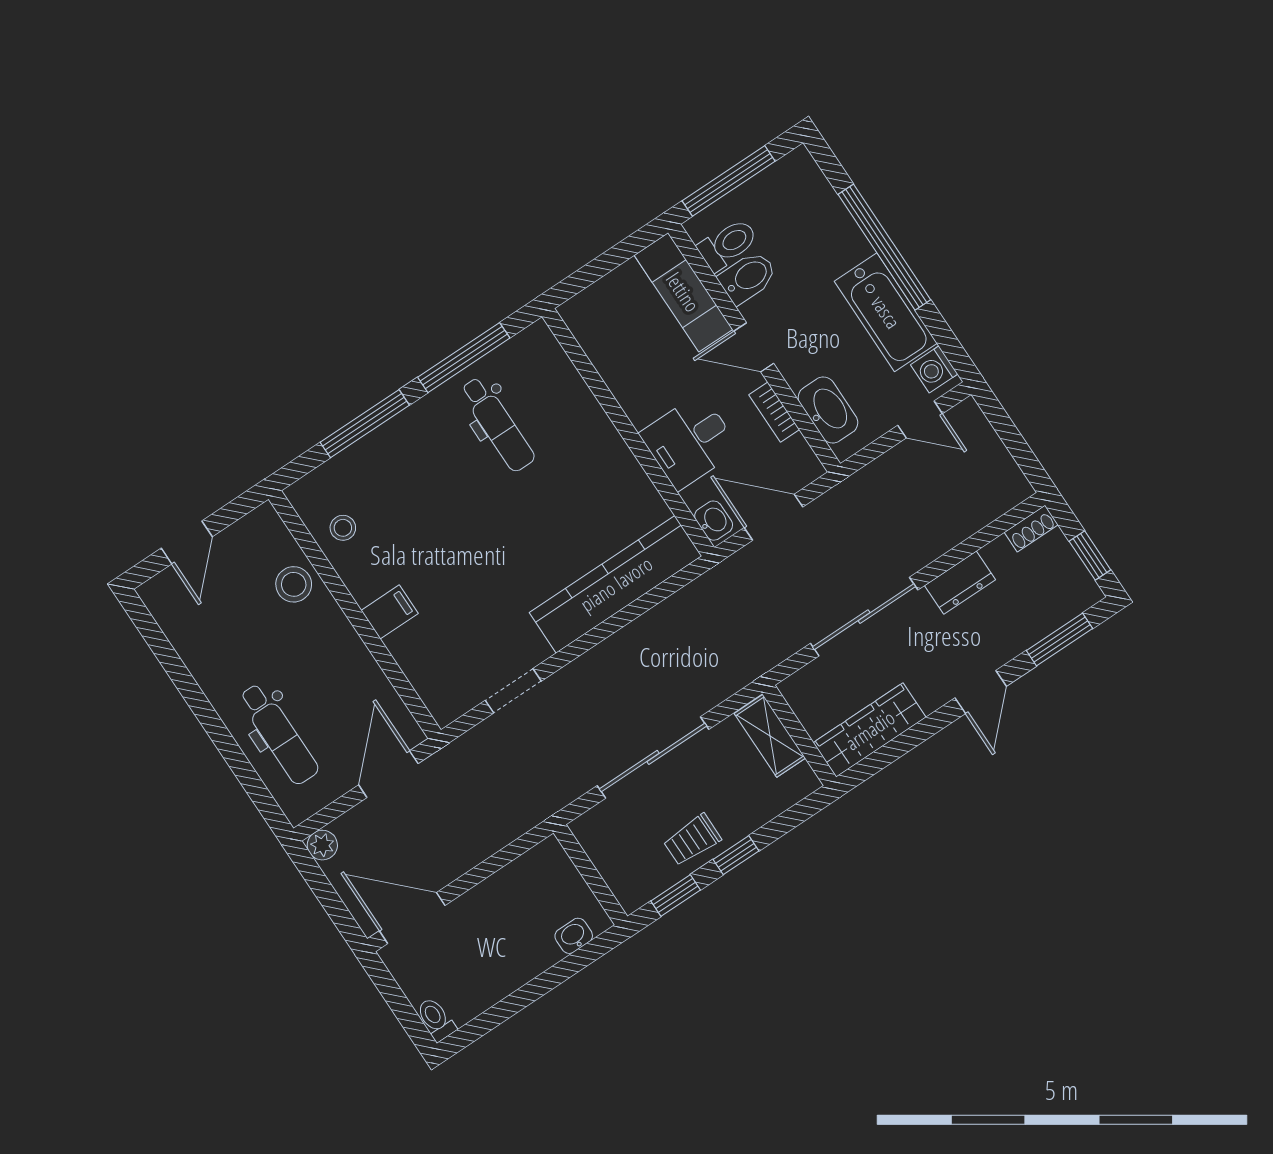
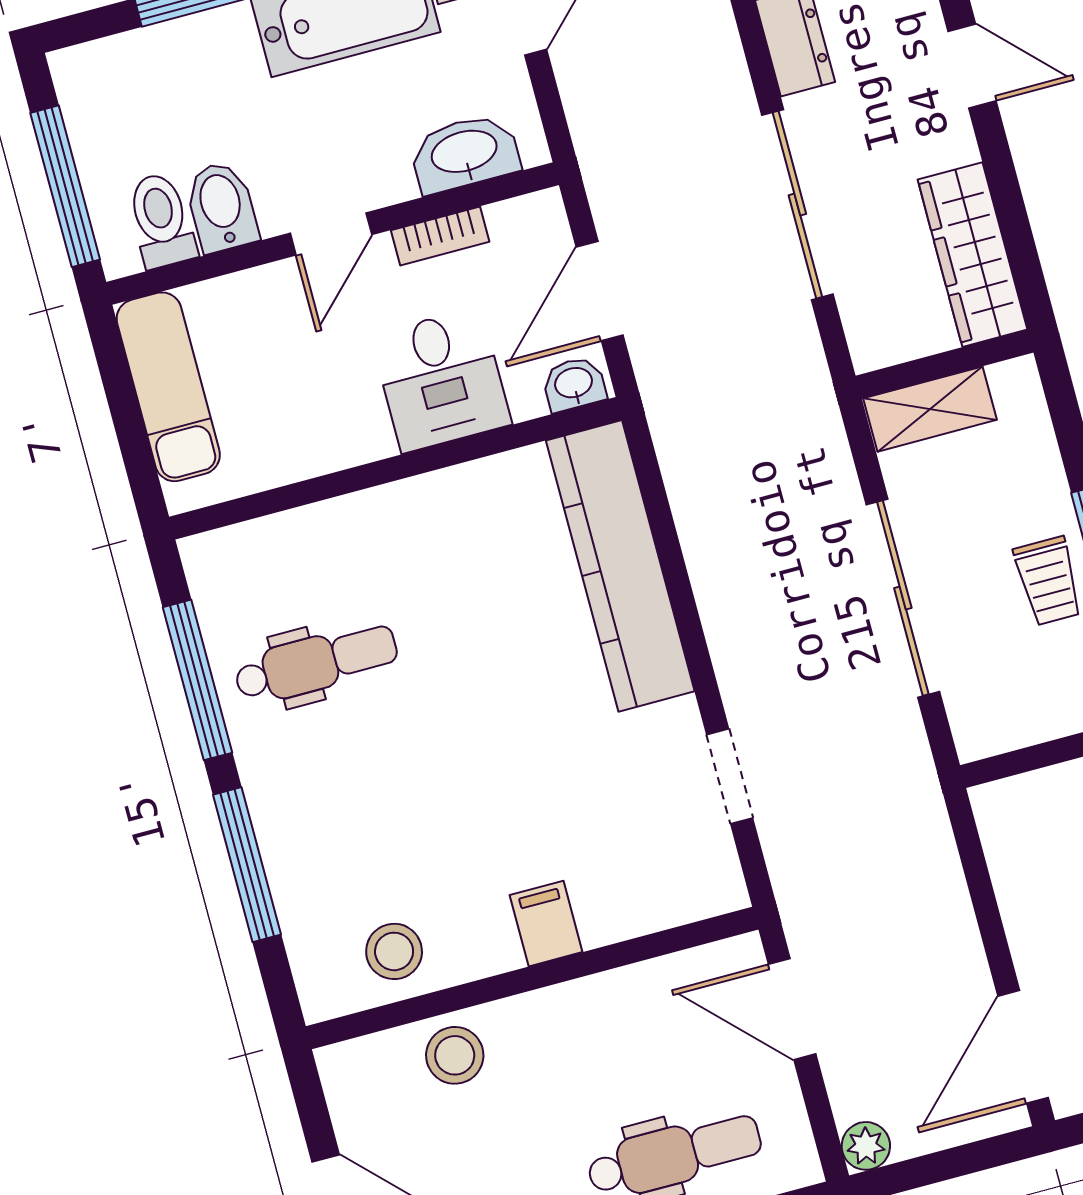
exam couch: (683, 292) -> (168, 387), moved, turned -90
stool: (343, 528) -> (394, 951), width x1.37, depth x1.37

